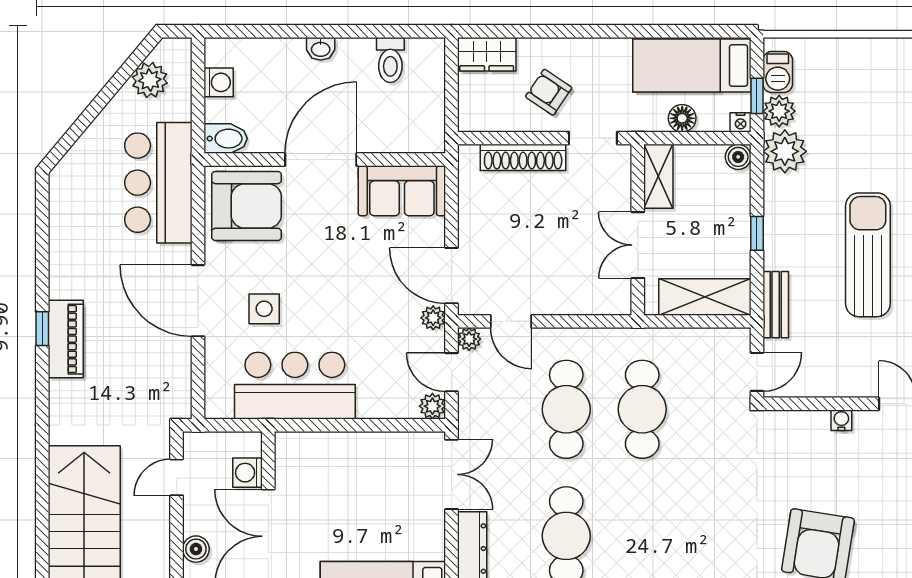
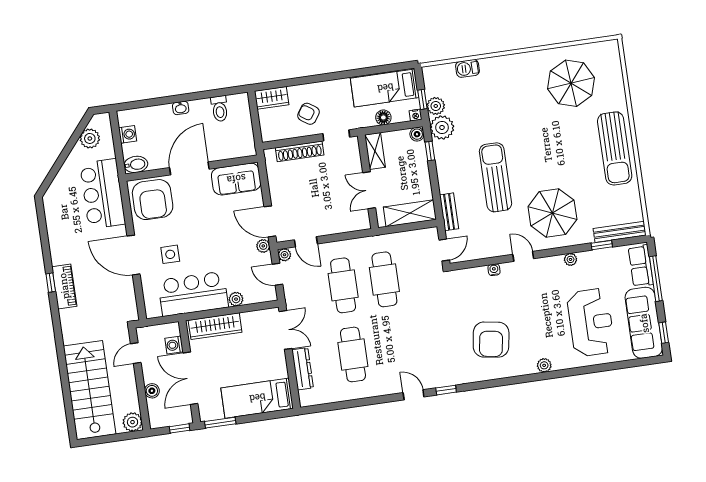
barbecue: (778, 72) -> (467, 68), moved, turned 90
armchair: (247, 206) -> (153, 200), turned 90
window: (757, 233) -> (430, 151), moved
plant: (432, 406) -> (236, 299), moved
wardrobe: (326, 449) -> (215, 326), added

